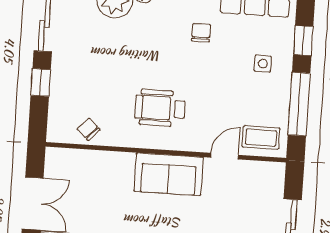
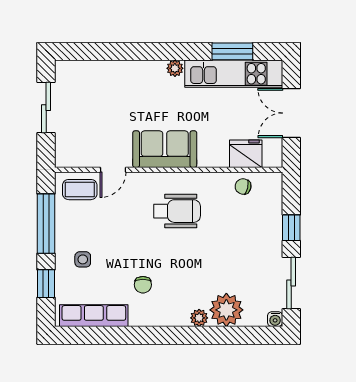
chair: (89, 129) -> (243, 186), turned 150
fridge: (84, 164) -> (246, 154), added

